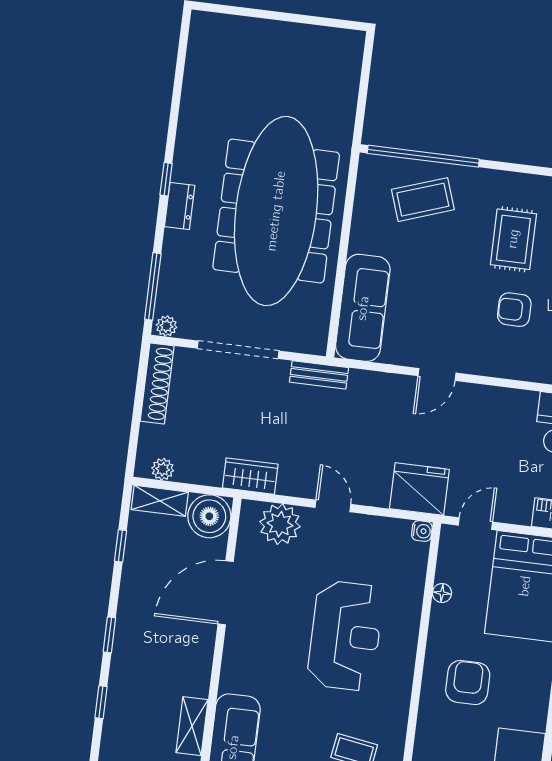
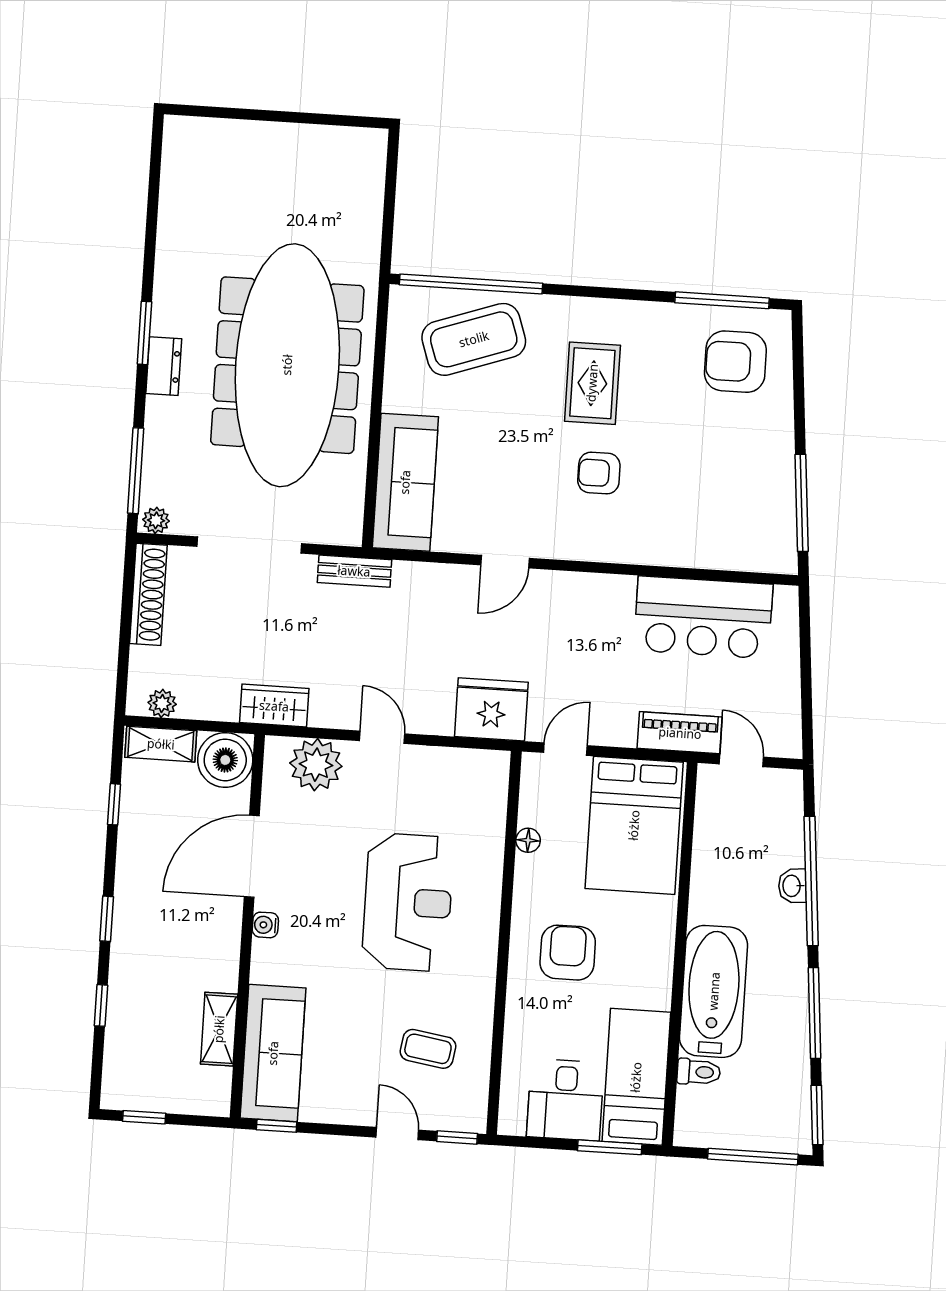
window: (166, 179) -> (144, 333), width x1.50
coffee table: (423, 200) -> (474, 339), width x1.36, depth x1.32
water cooler: (422, 531) -> (265, 925), moved, turned 180

